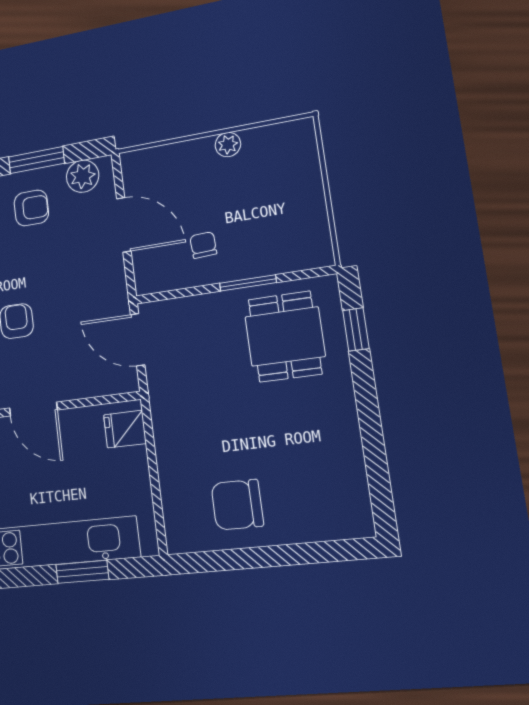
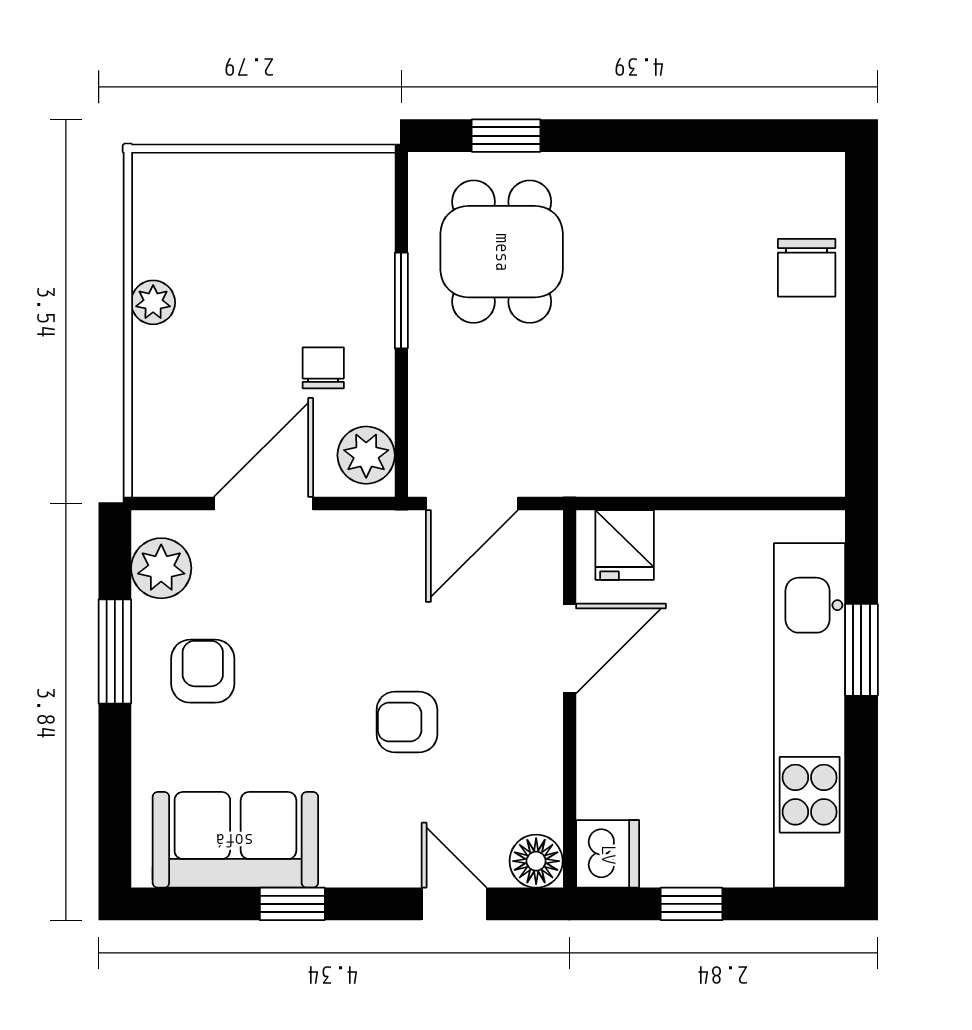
chair: (203, 245) -> (323, 368), turned 93
plant: (157, 277) -> (366, 455), added
dining table: (285, 336) -> (502, 252), turned 90
door: (33, 409) -> (570, 649), moved
chair: (237, 505) -> (807, 268), moved, width x0.73, depth x0.73

